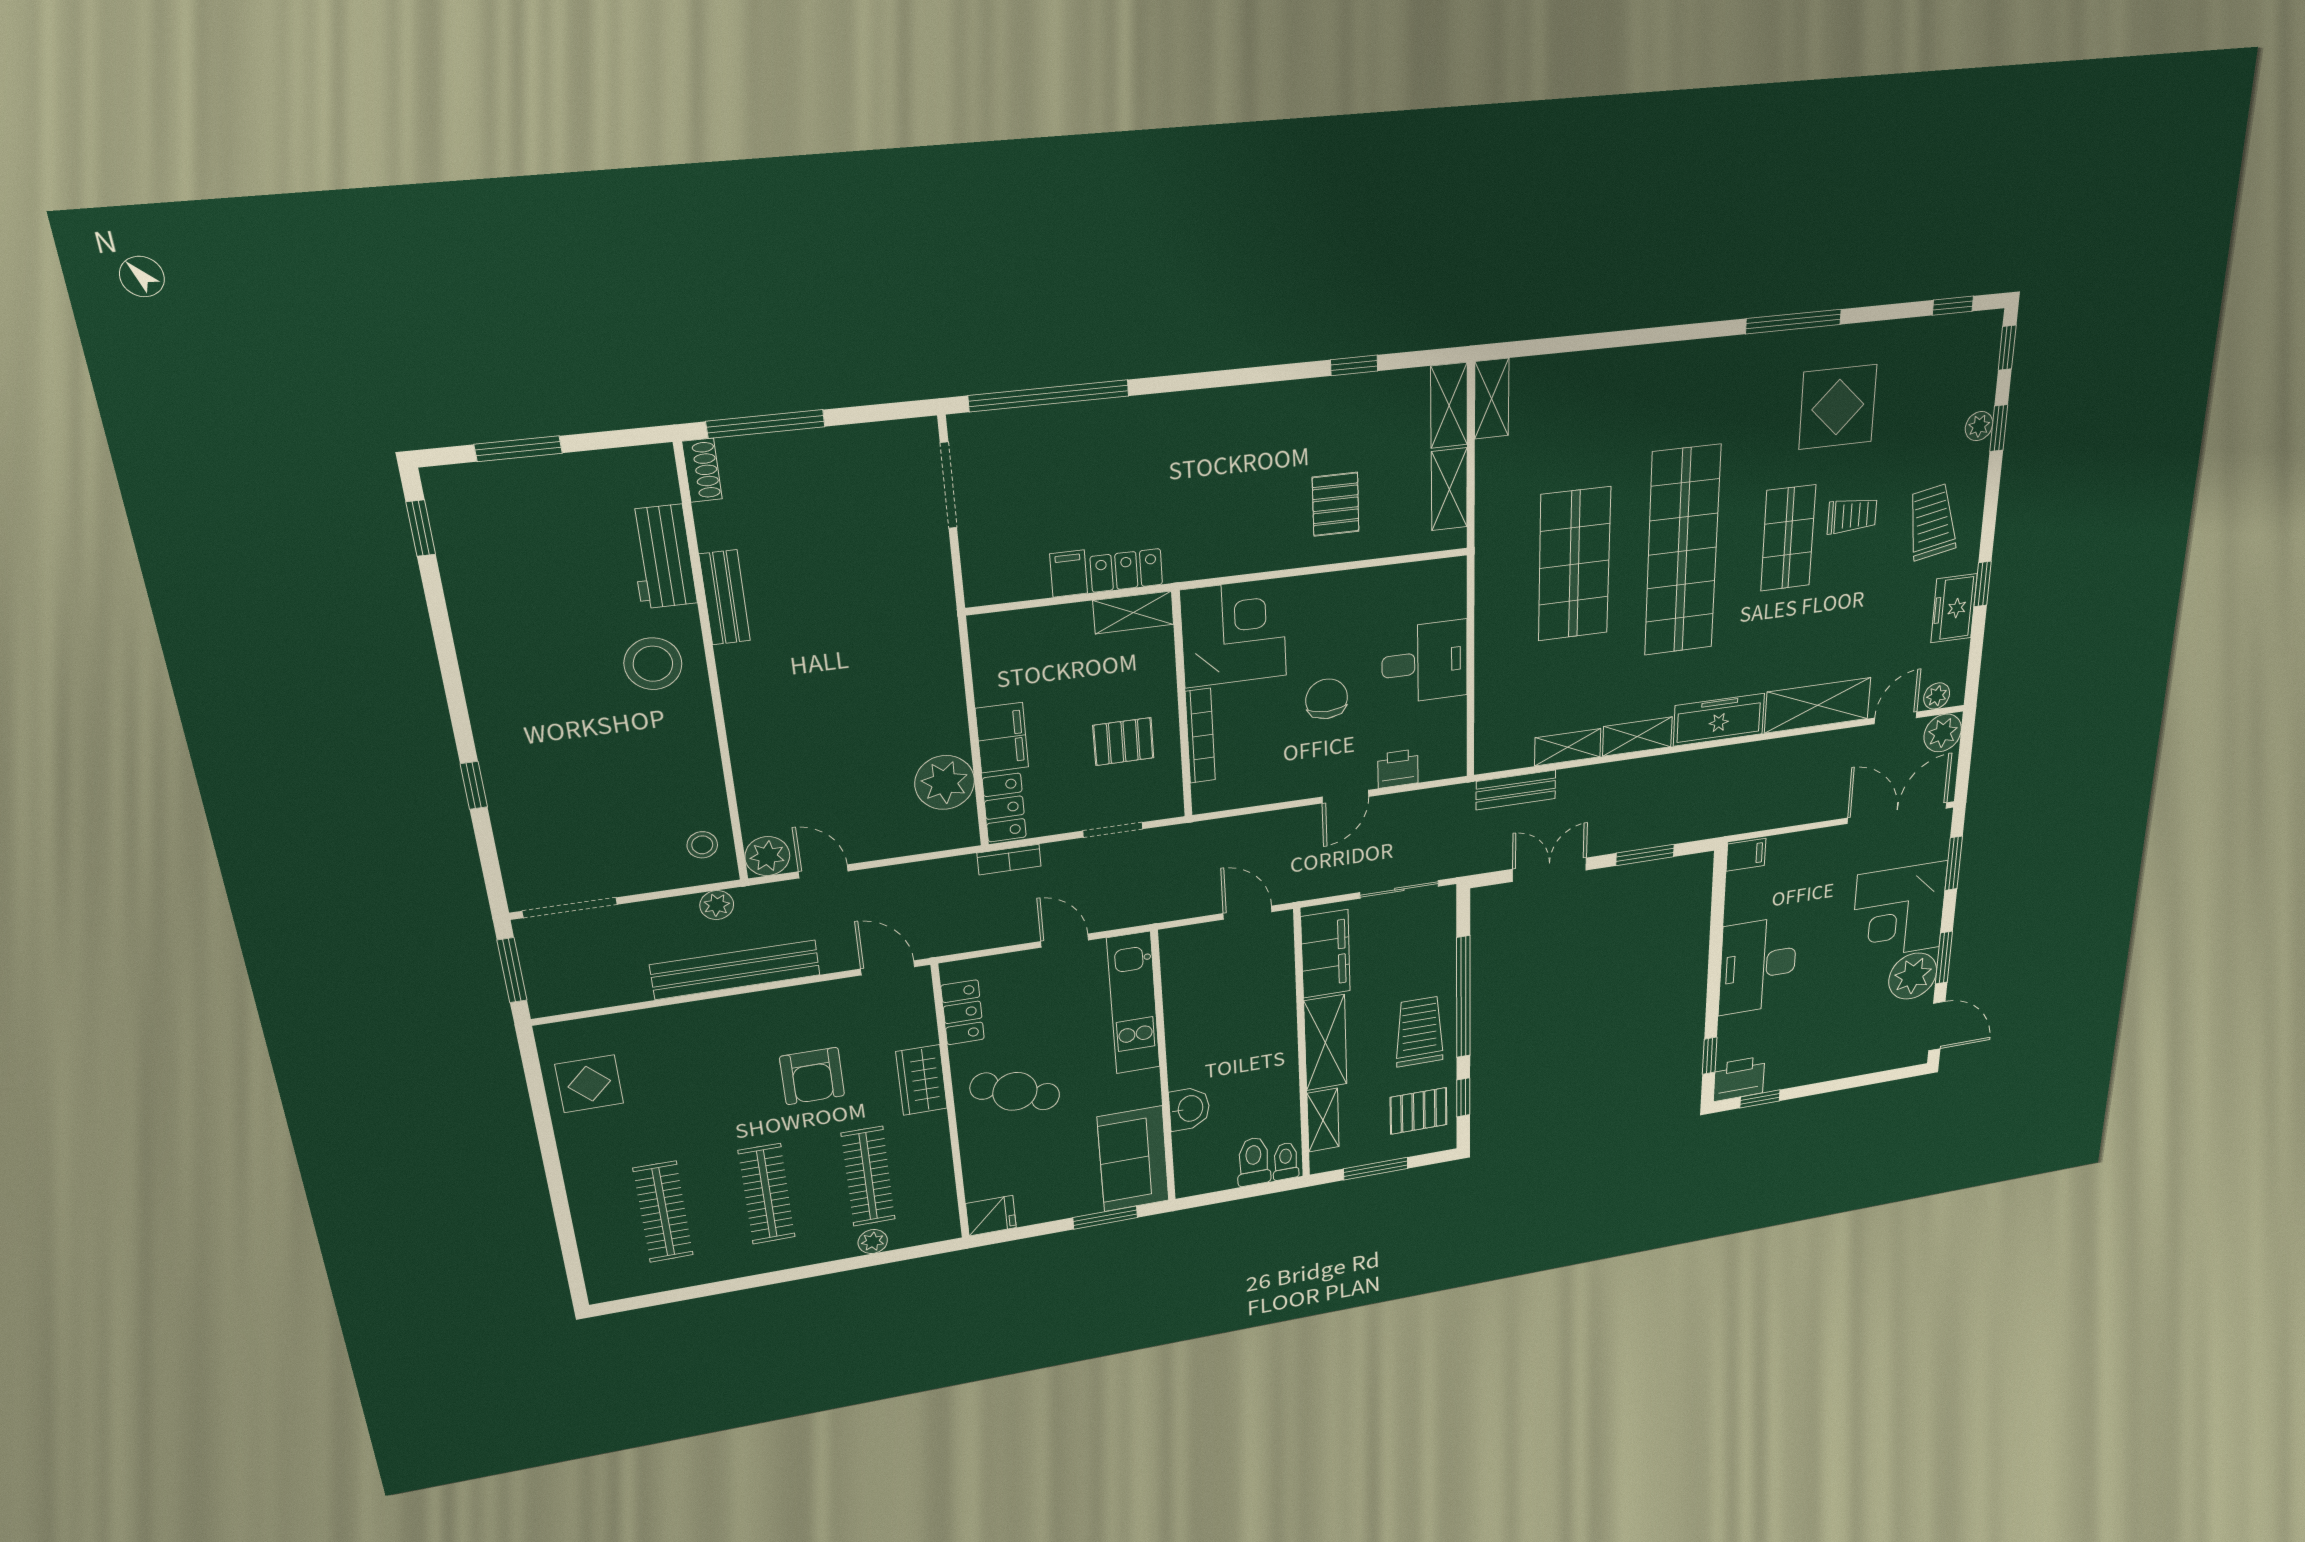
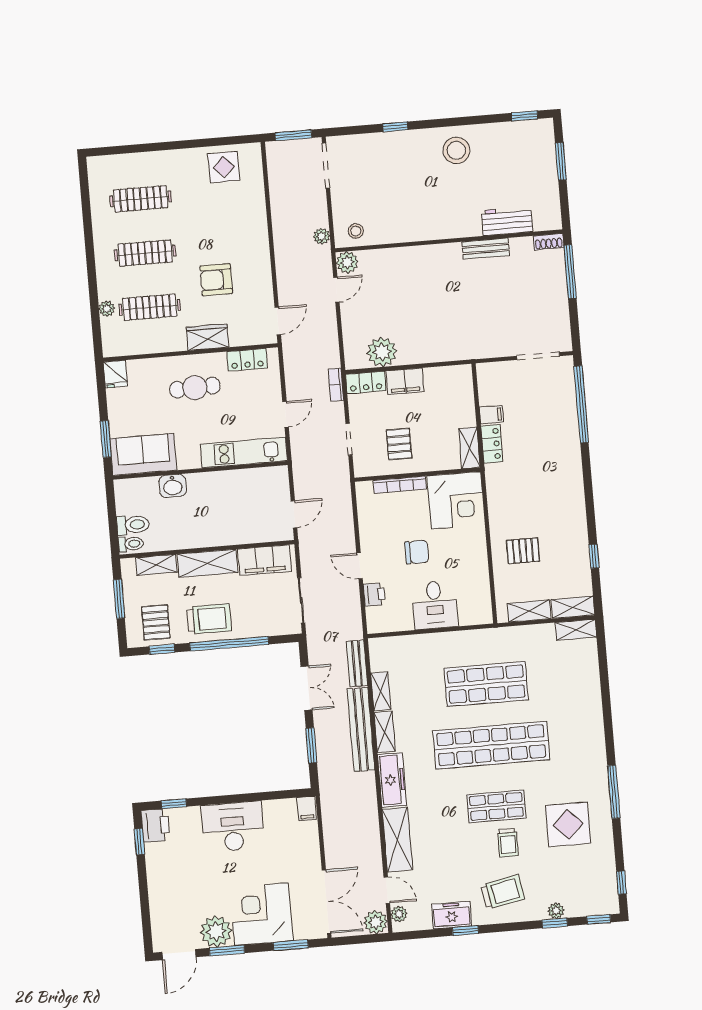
stool: (653, 664) -> (456, 150), moved
bench: (735, 970) -> (361, 729), moved
cafe table: (1015, 1091) -> (195, 388), turned 66

